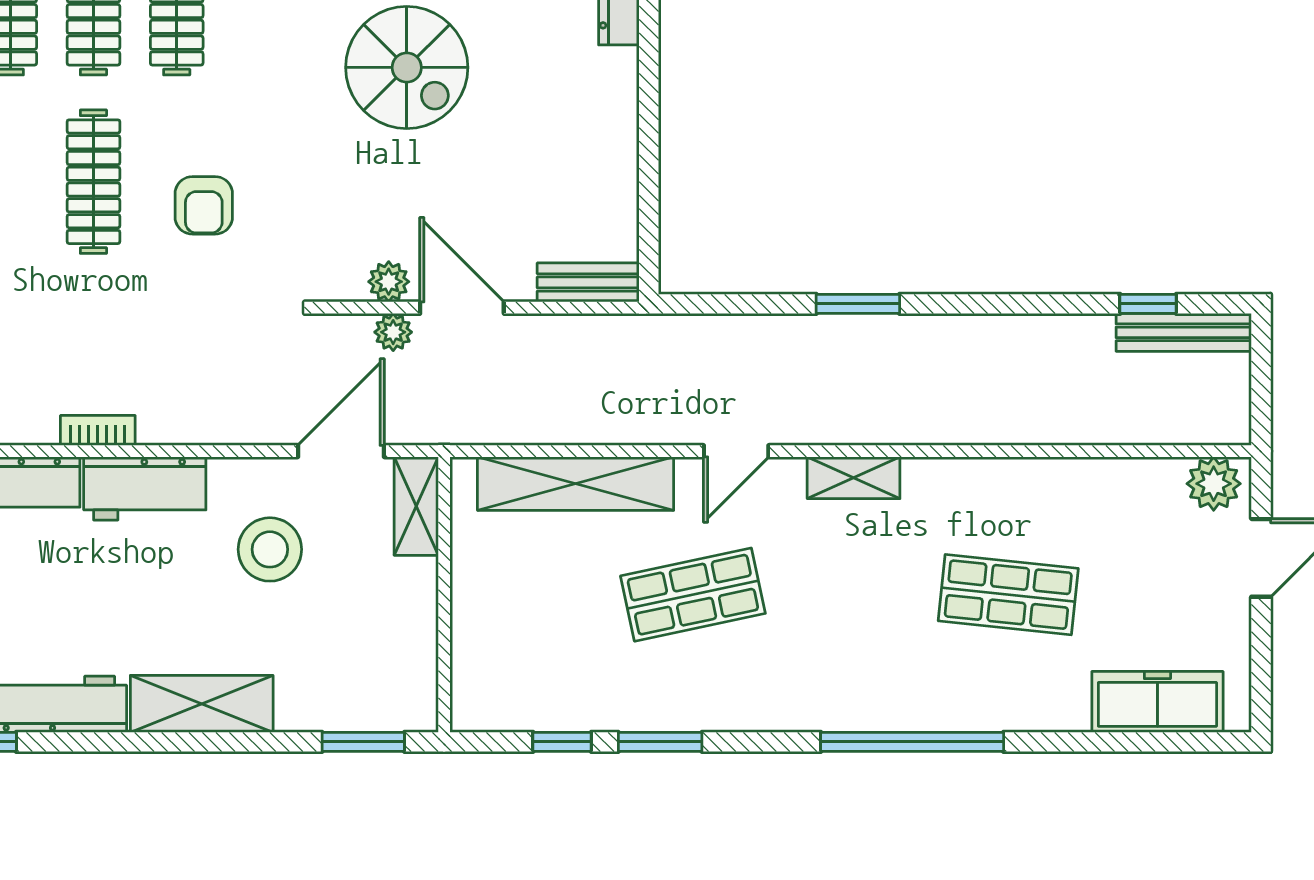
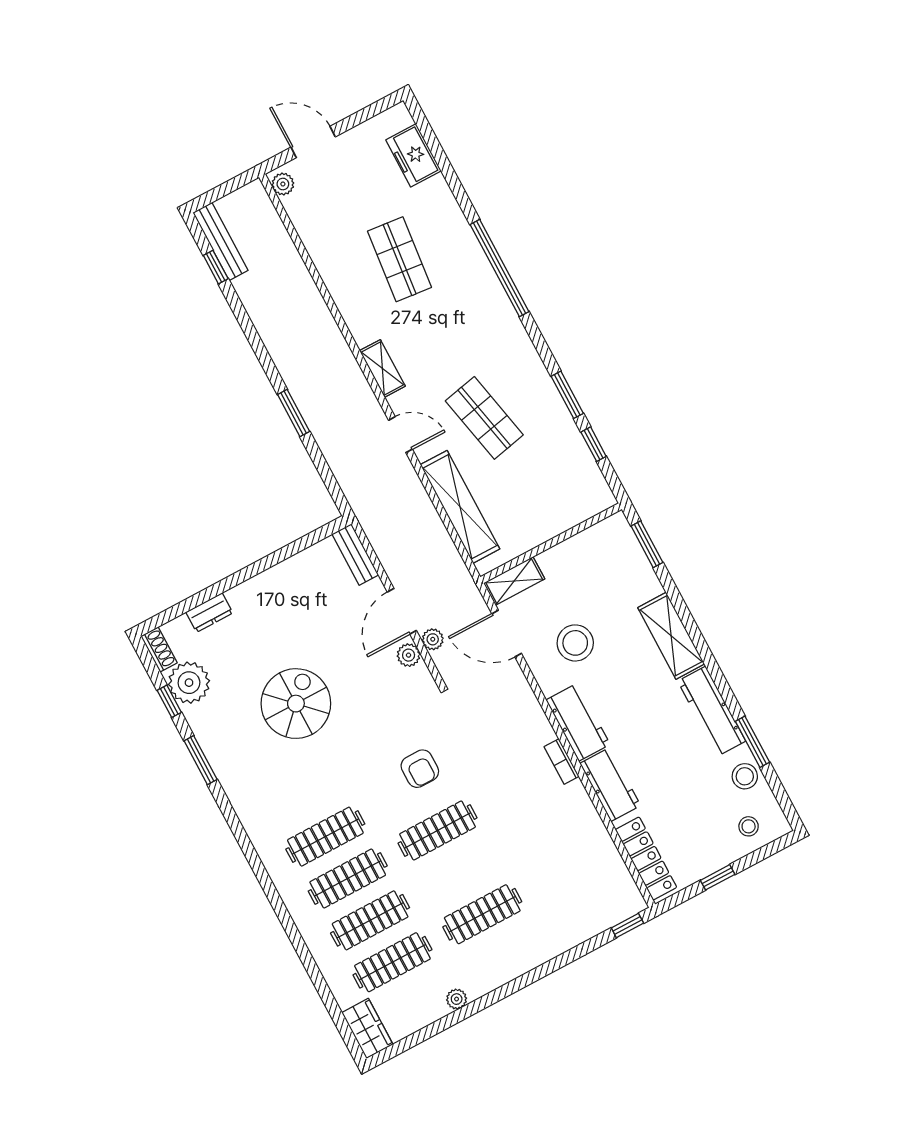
armchair: (204, 205) -> (420, 769), turned 90
plant: (1214, 484) -> (283, 184), width x0.73, depth x0.73
freezer: (1157, 702) -> (413, 155), width x0.71

